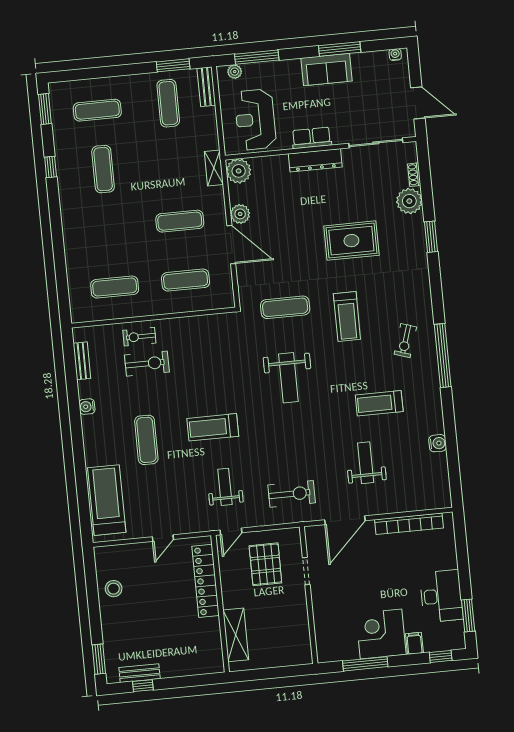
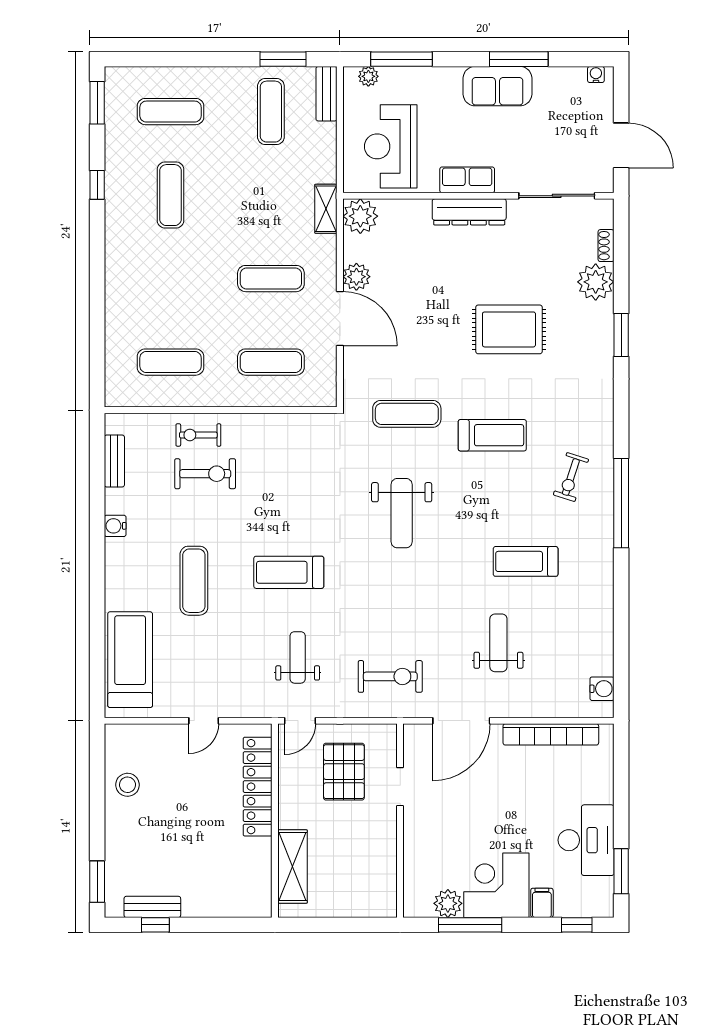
treadmill: (347, 316) -> (492, 435), turned -90
water cooler: (438, 443) -> (602, 689), moved
plant: (348, 650) -> (448, 903), added

